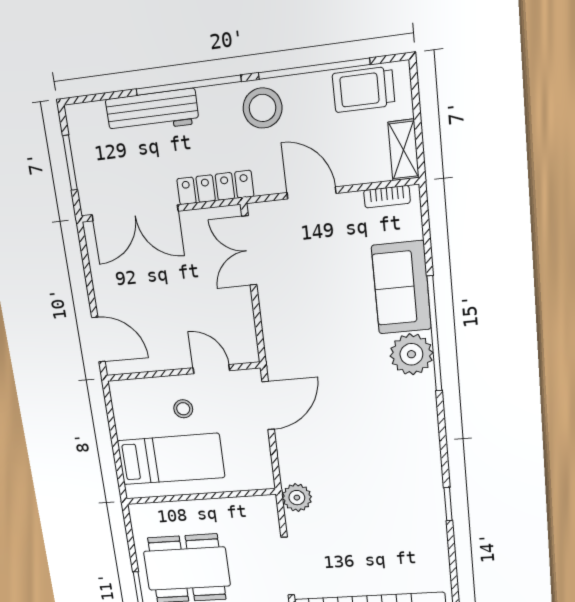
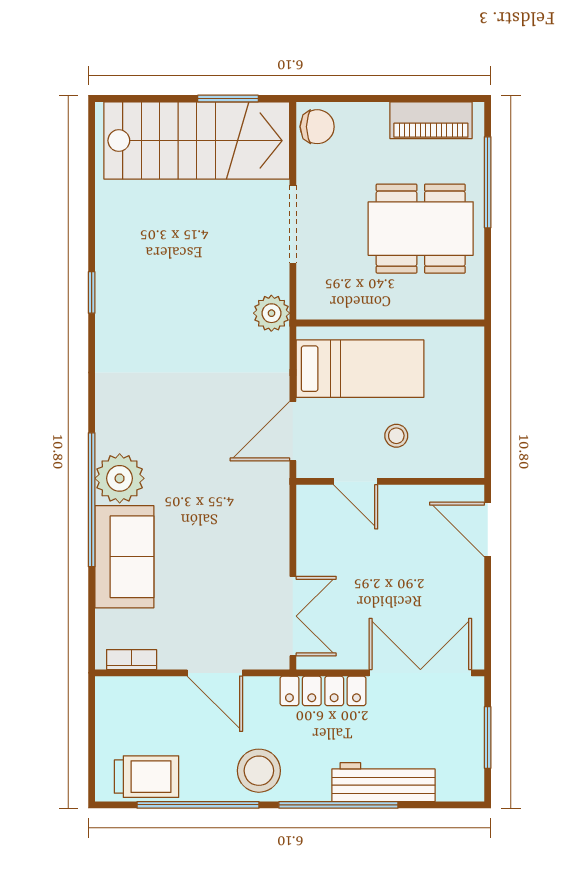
shelving: (403, 150) -> (109, 708), removed
bed: (171, 459) -> (360, 369), moved, turned 180

